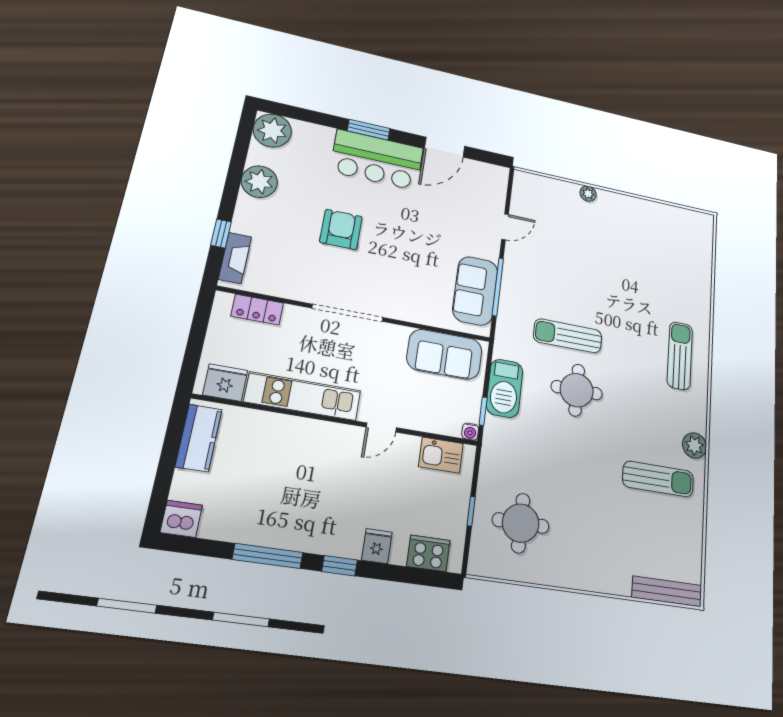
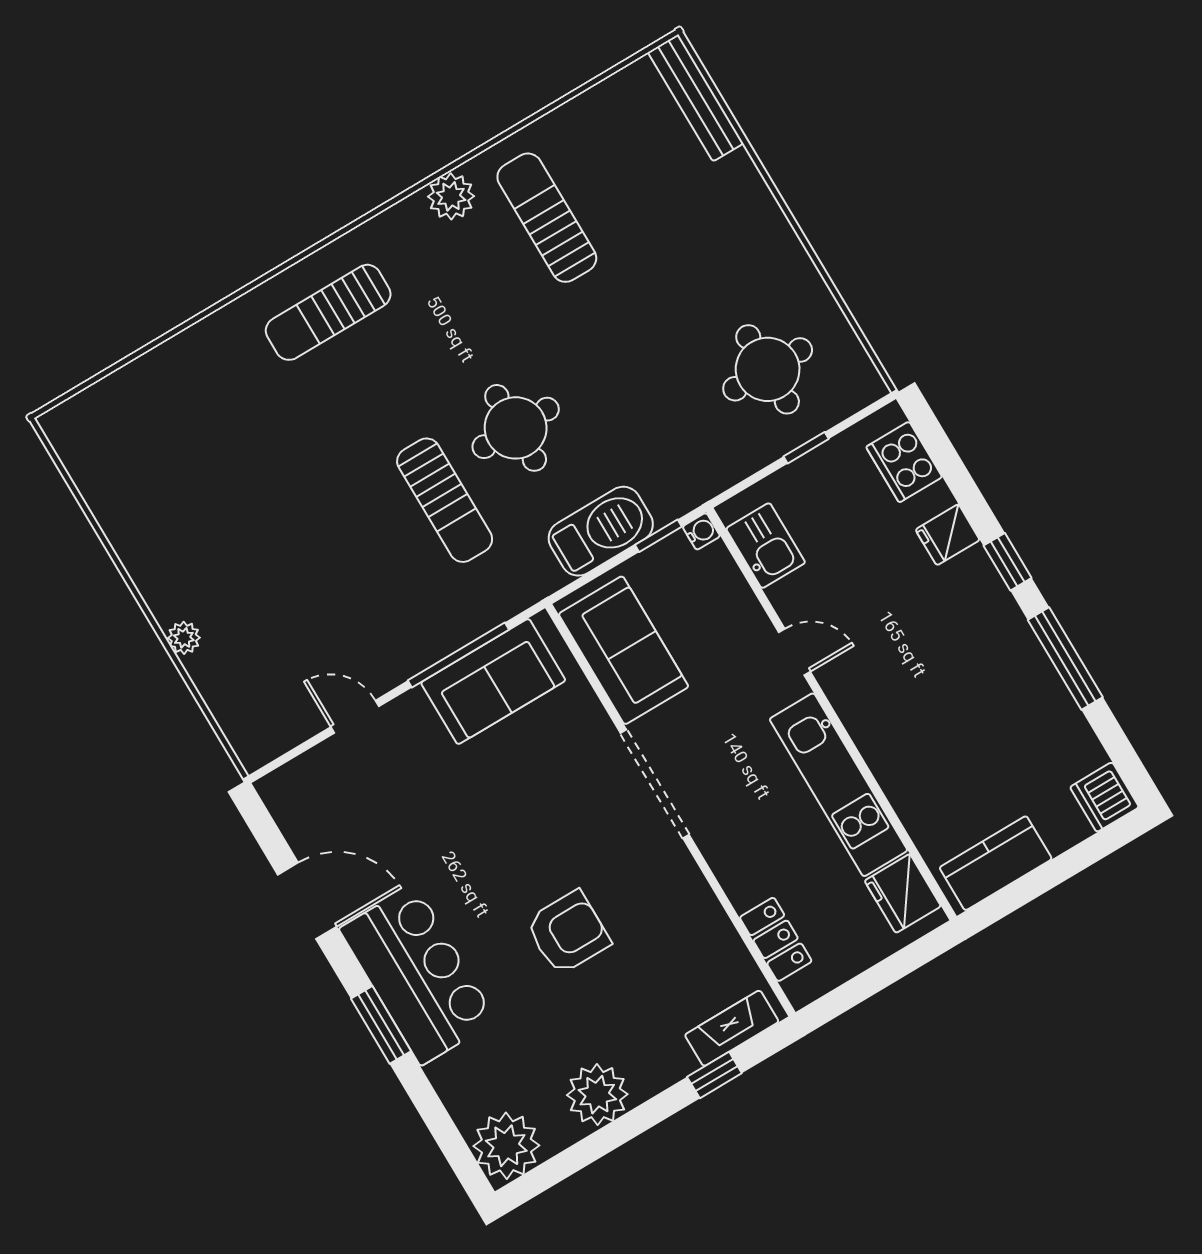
armchair: (341, 229) -> (568, 933), turned 180
doorway: (348, 313) -> (655, 784), moved

